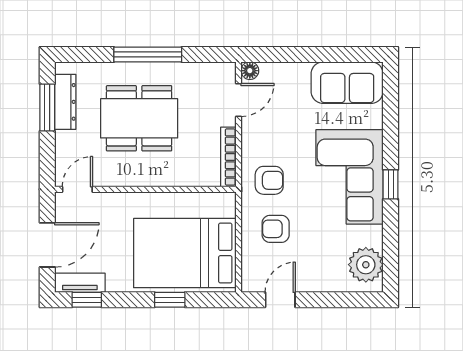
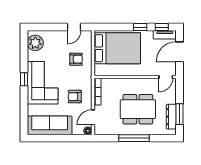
sofa: (347, 83) -> (50, 125), width x1.36
armchair: (269, 180) -> (75, 97), moved
window: (170, 300) -> (140, 27), moved

